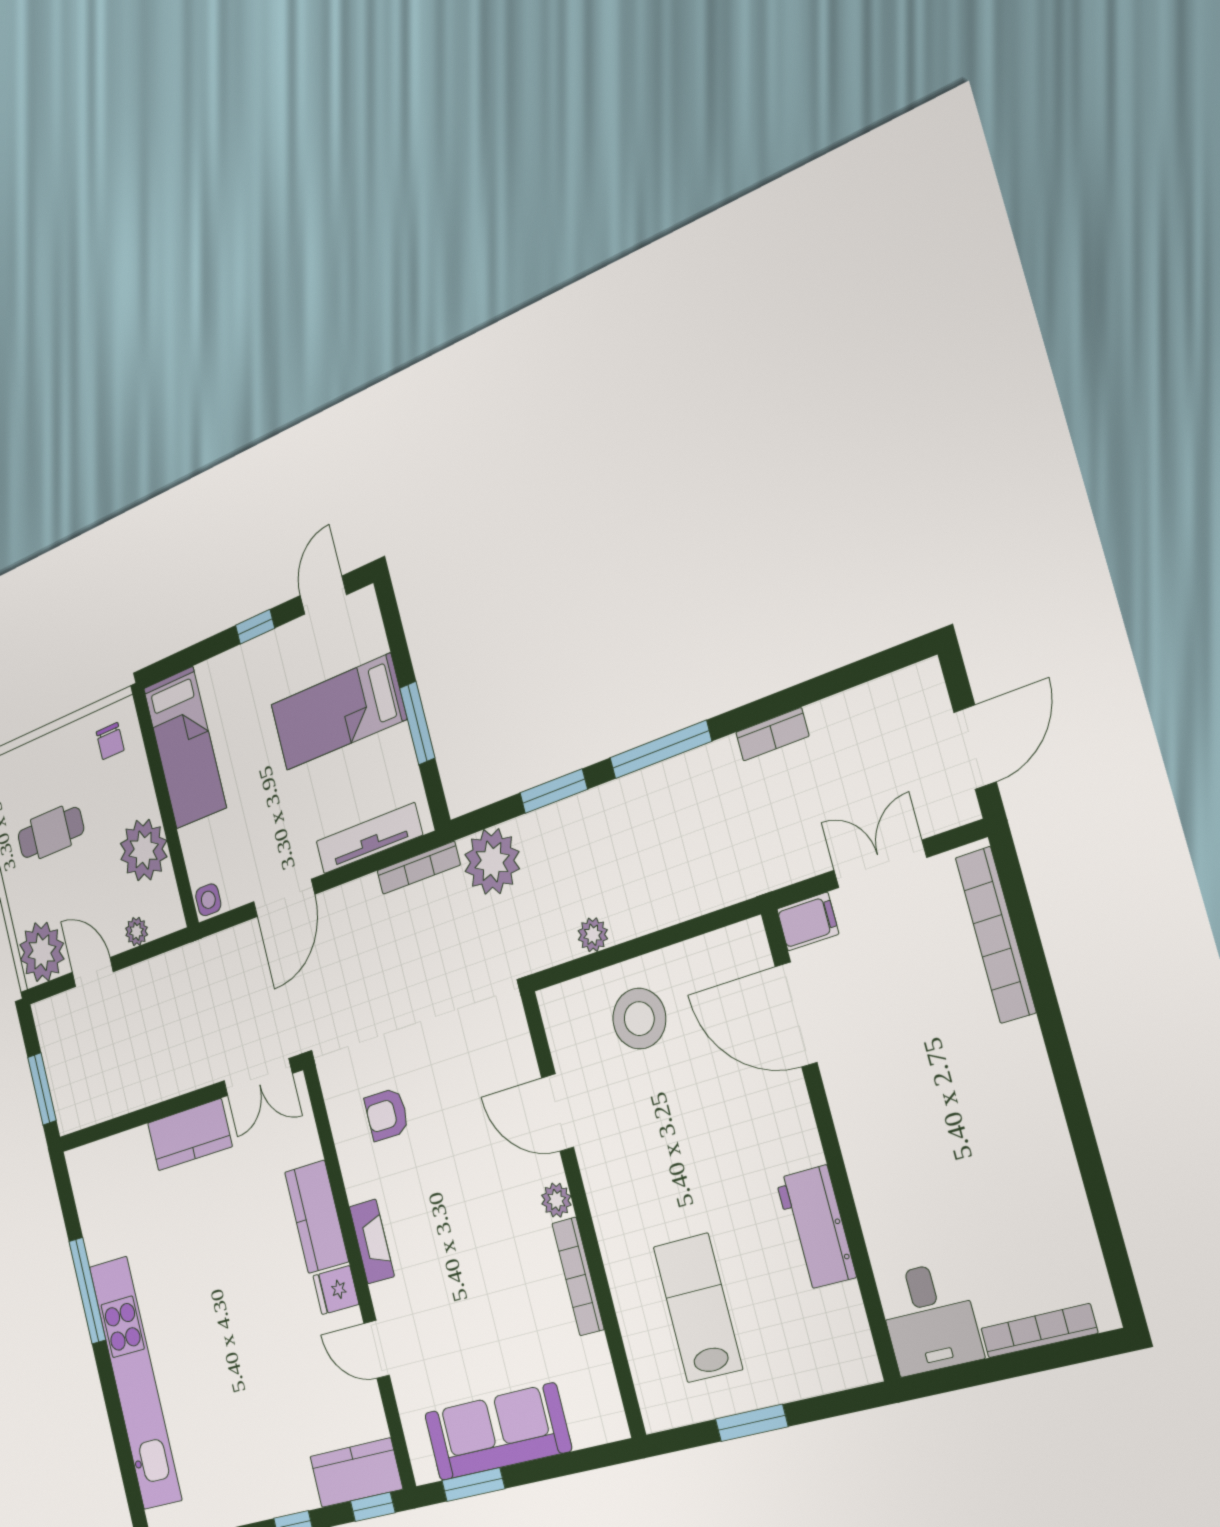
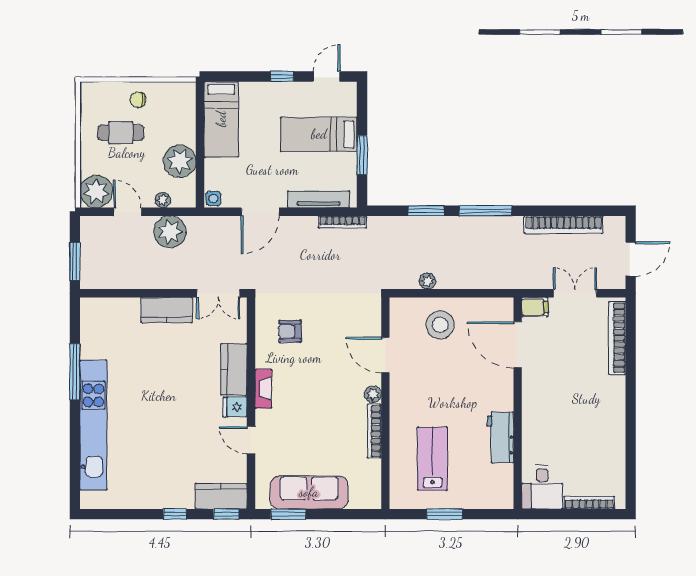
bookcase: (772, 734) -> (564, 225), width x2.31, depth x1.31
chair: (110, 741) -> (138, 100), moved, turned 90
plant: (492, 862) -> (170, 232), moved

